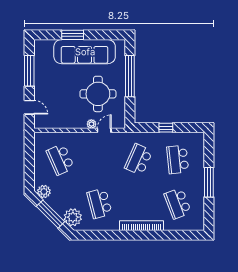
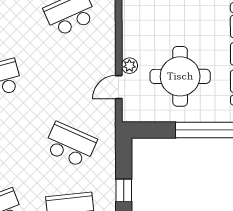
door: (104, 130) -> (119, 87), swing flipped

